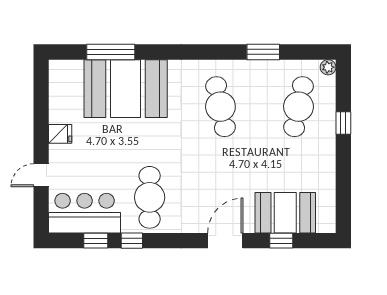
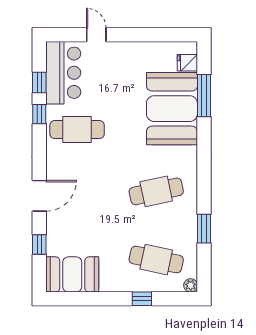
fridge: (60, 134) -> (187, 63), moved, turned 90
booth: (285, 213) -> (72, 274), moved, turned 90
door: (225, 241) -> (39, 196), hinge flipped

